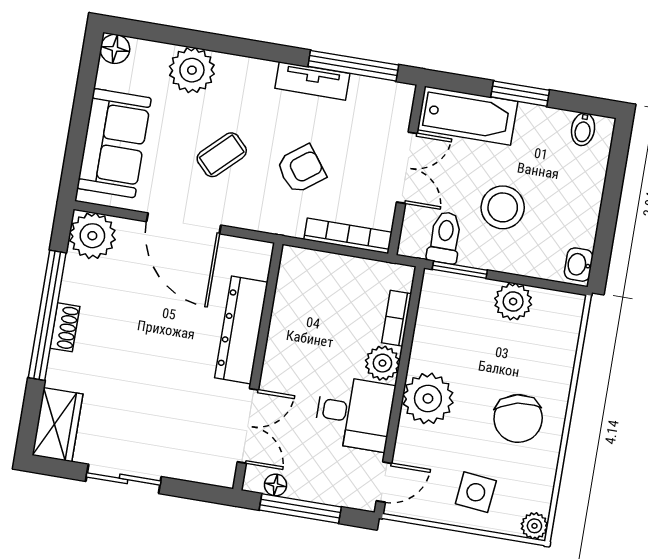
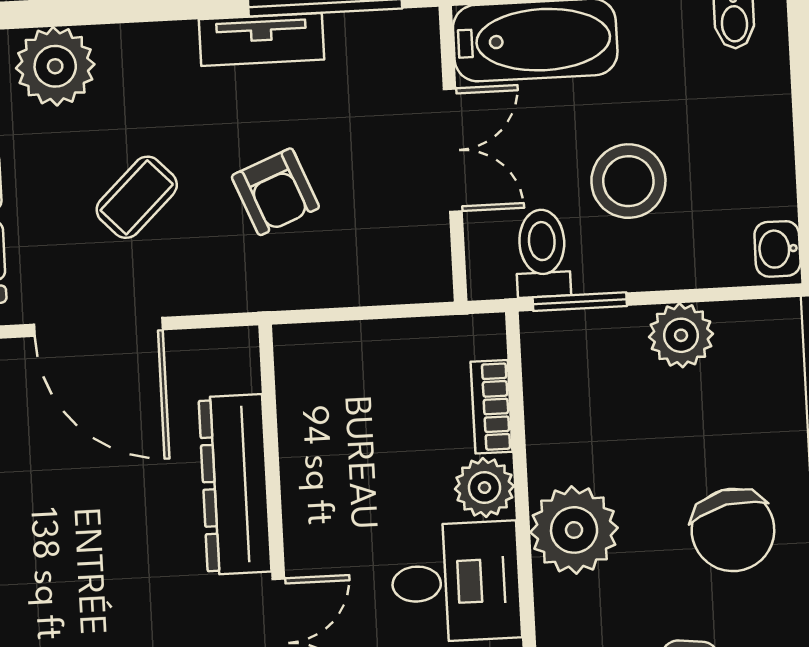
armchair: (301, 169) -> (275, 192), turned 105
bookcase: (348, 236) -> (379, 287), removed

